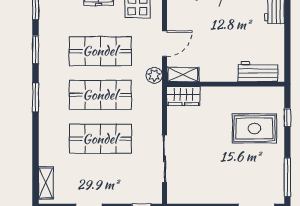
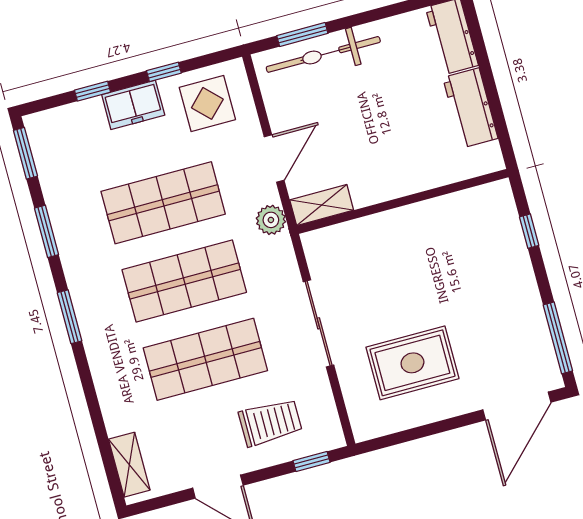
workbench: (258, 72) -> (470, 108), moved, turned -90
wardrobe: (183, 96) -> (333, 243), removed
rug: (254, 129) -> (412, 363), moved
sliding door: (165, 159) -> (319, 323), moved
trolley: (125, 181) -> (270, 422), added

